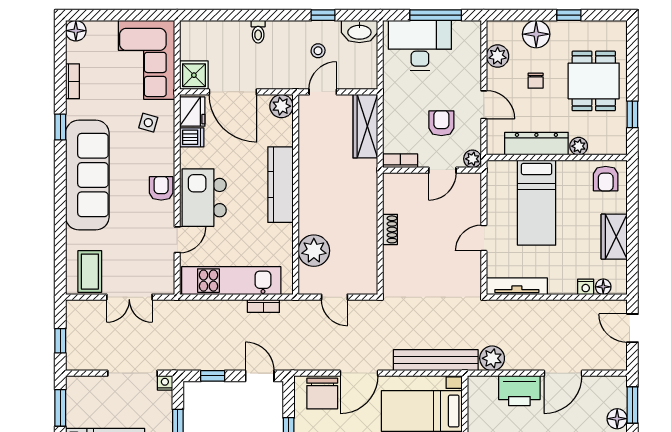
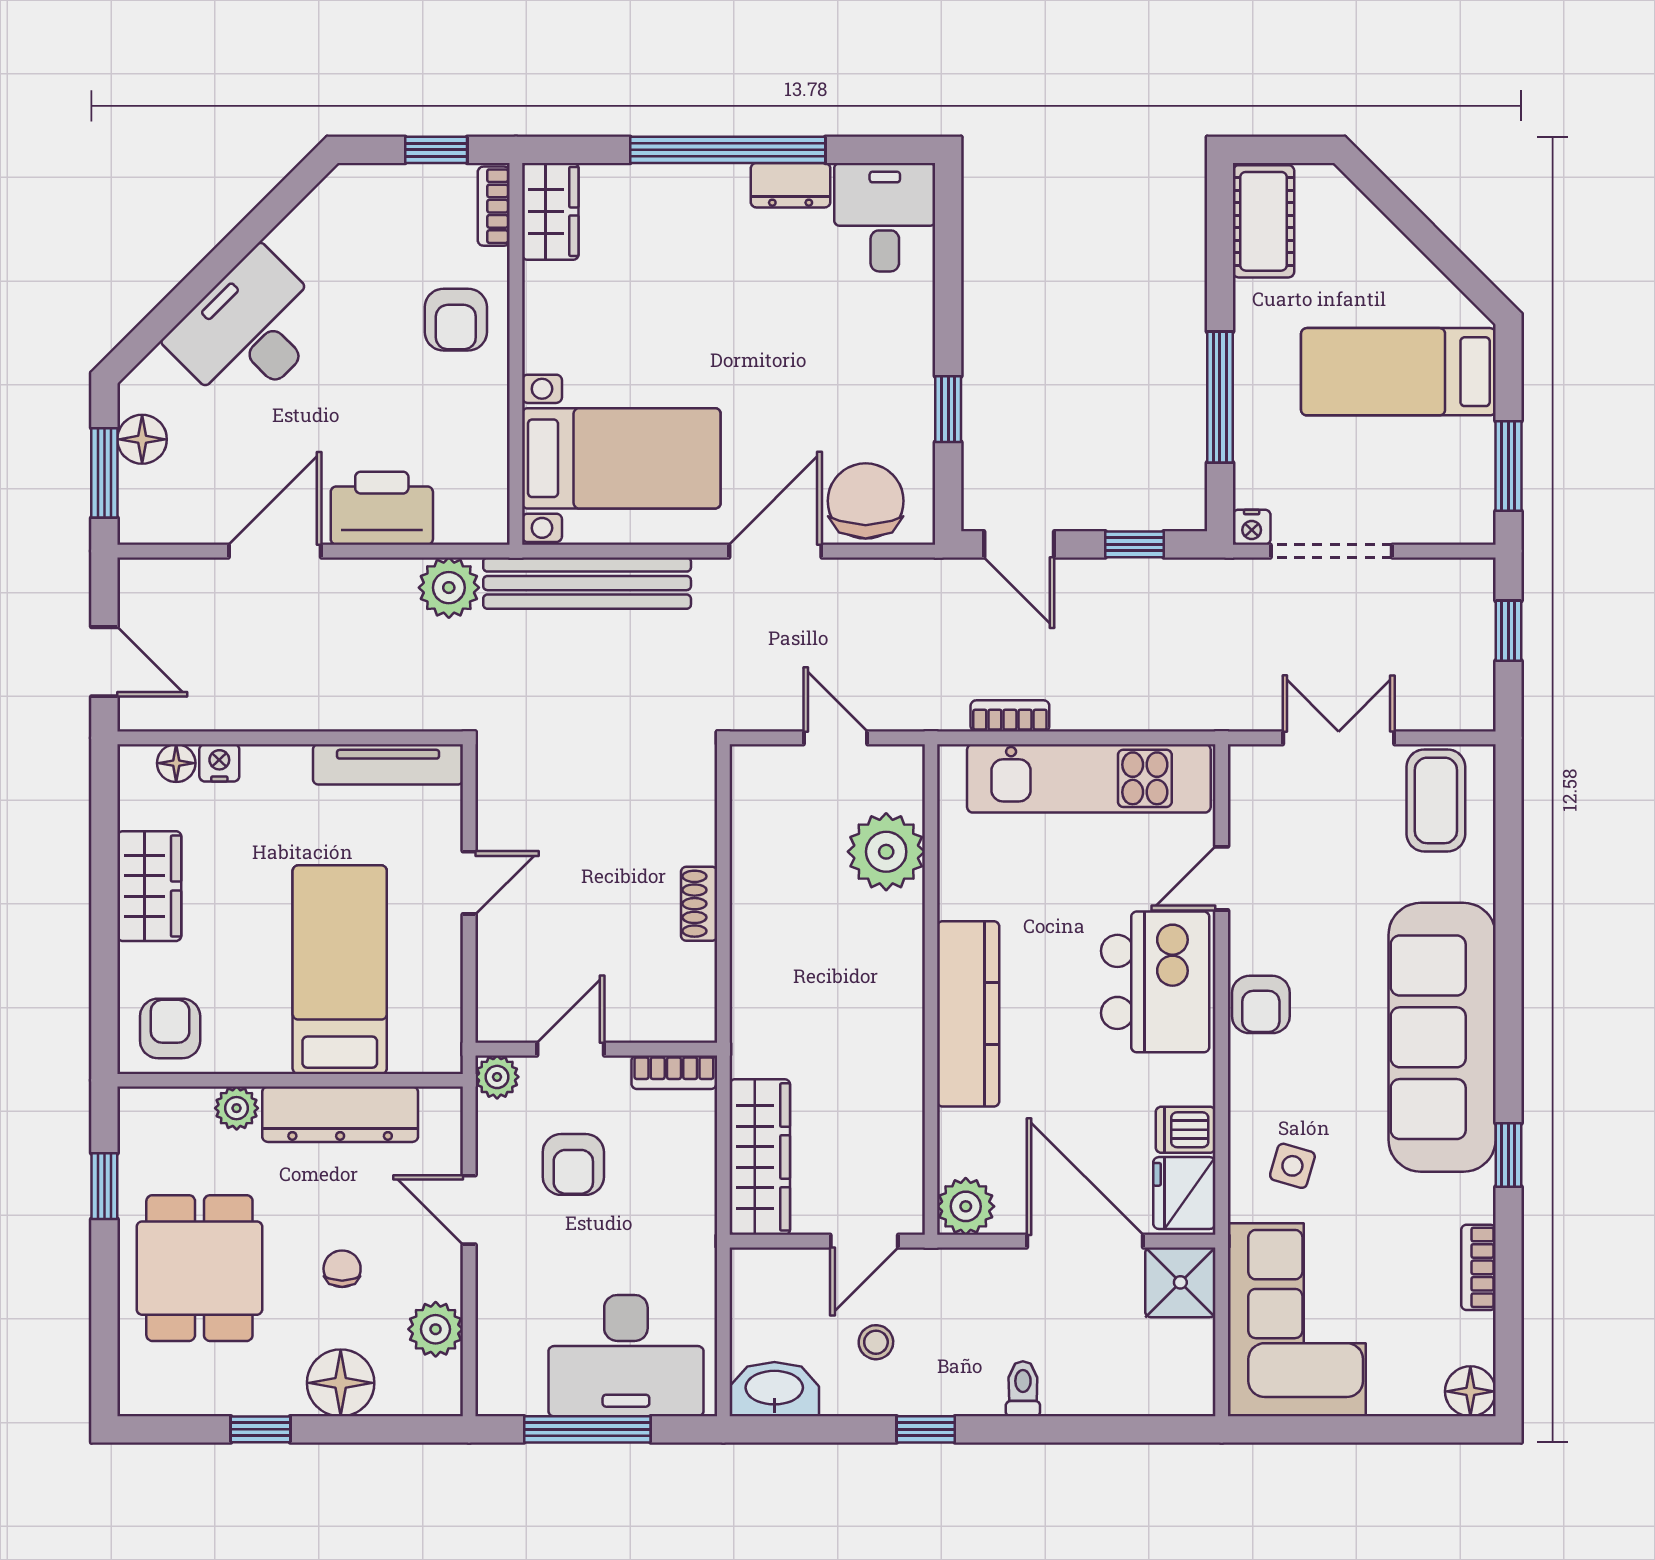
window: (323, 15) -> (926, 1429), moved

